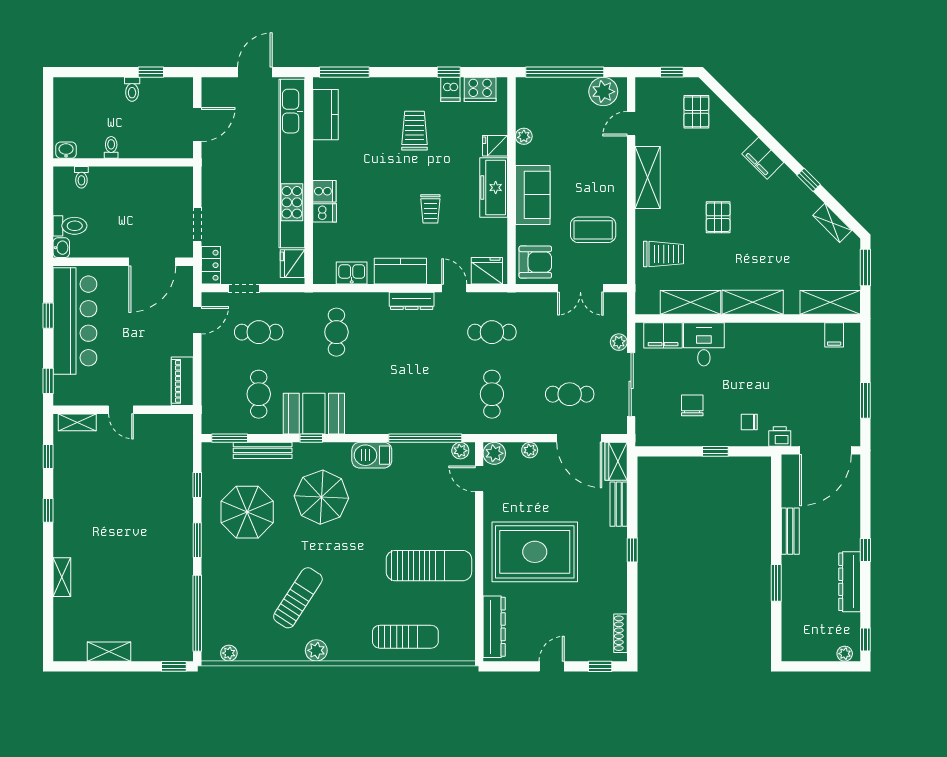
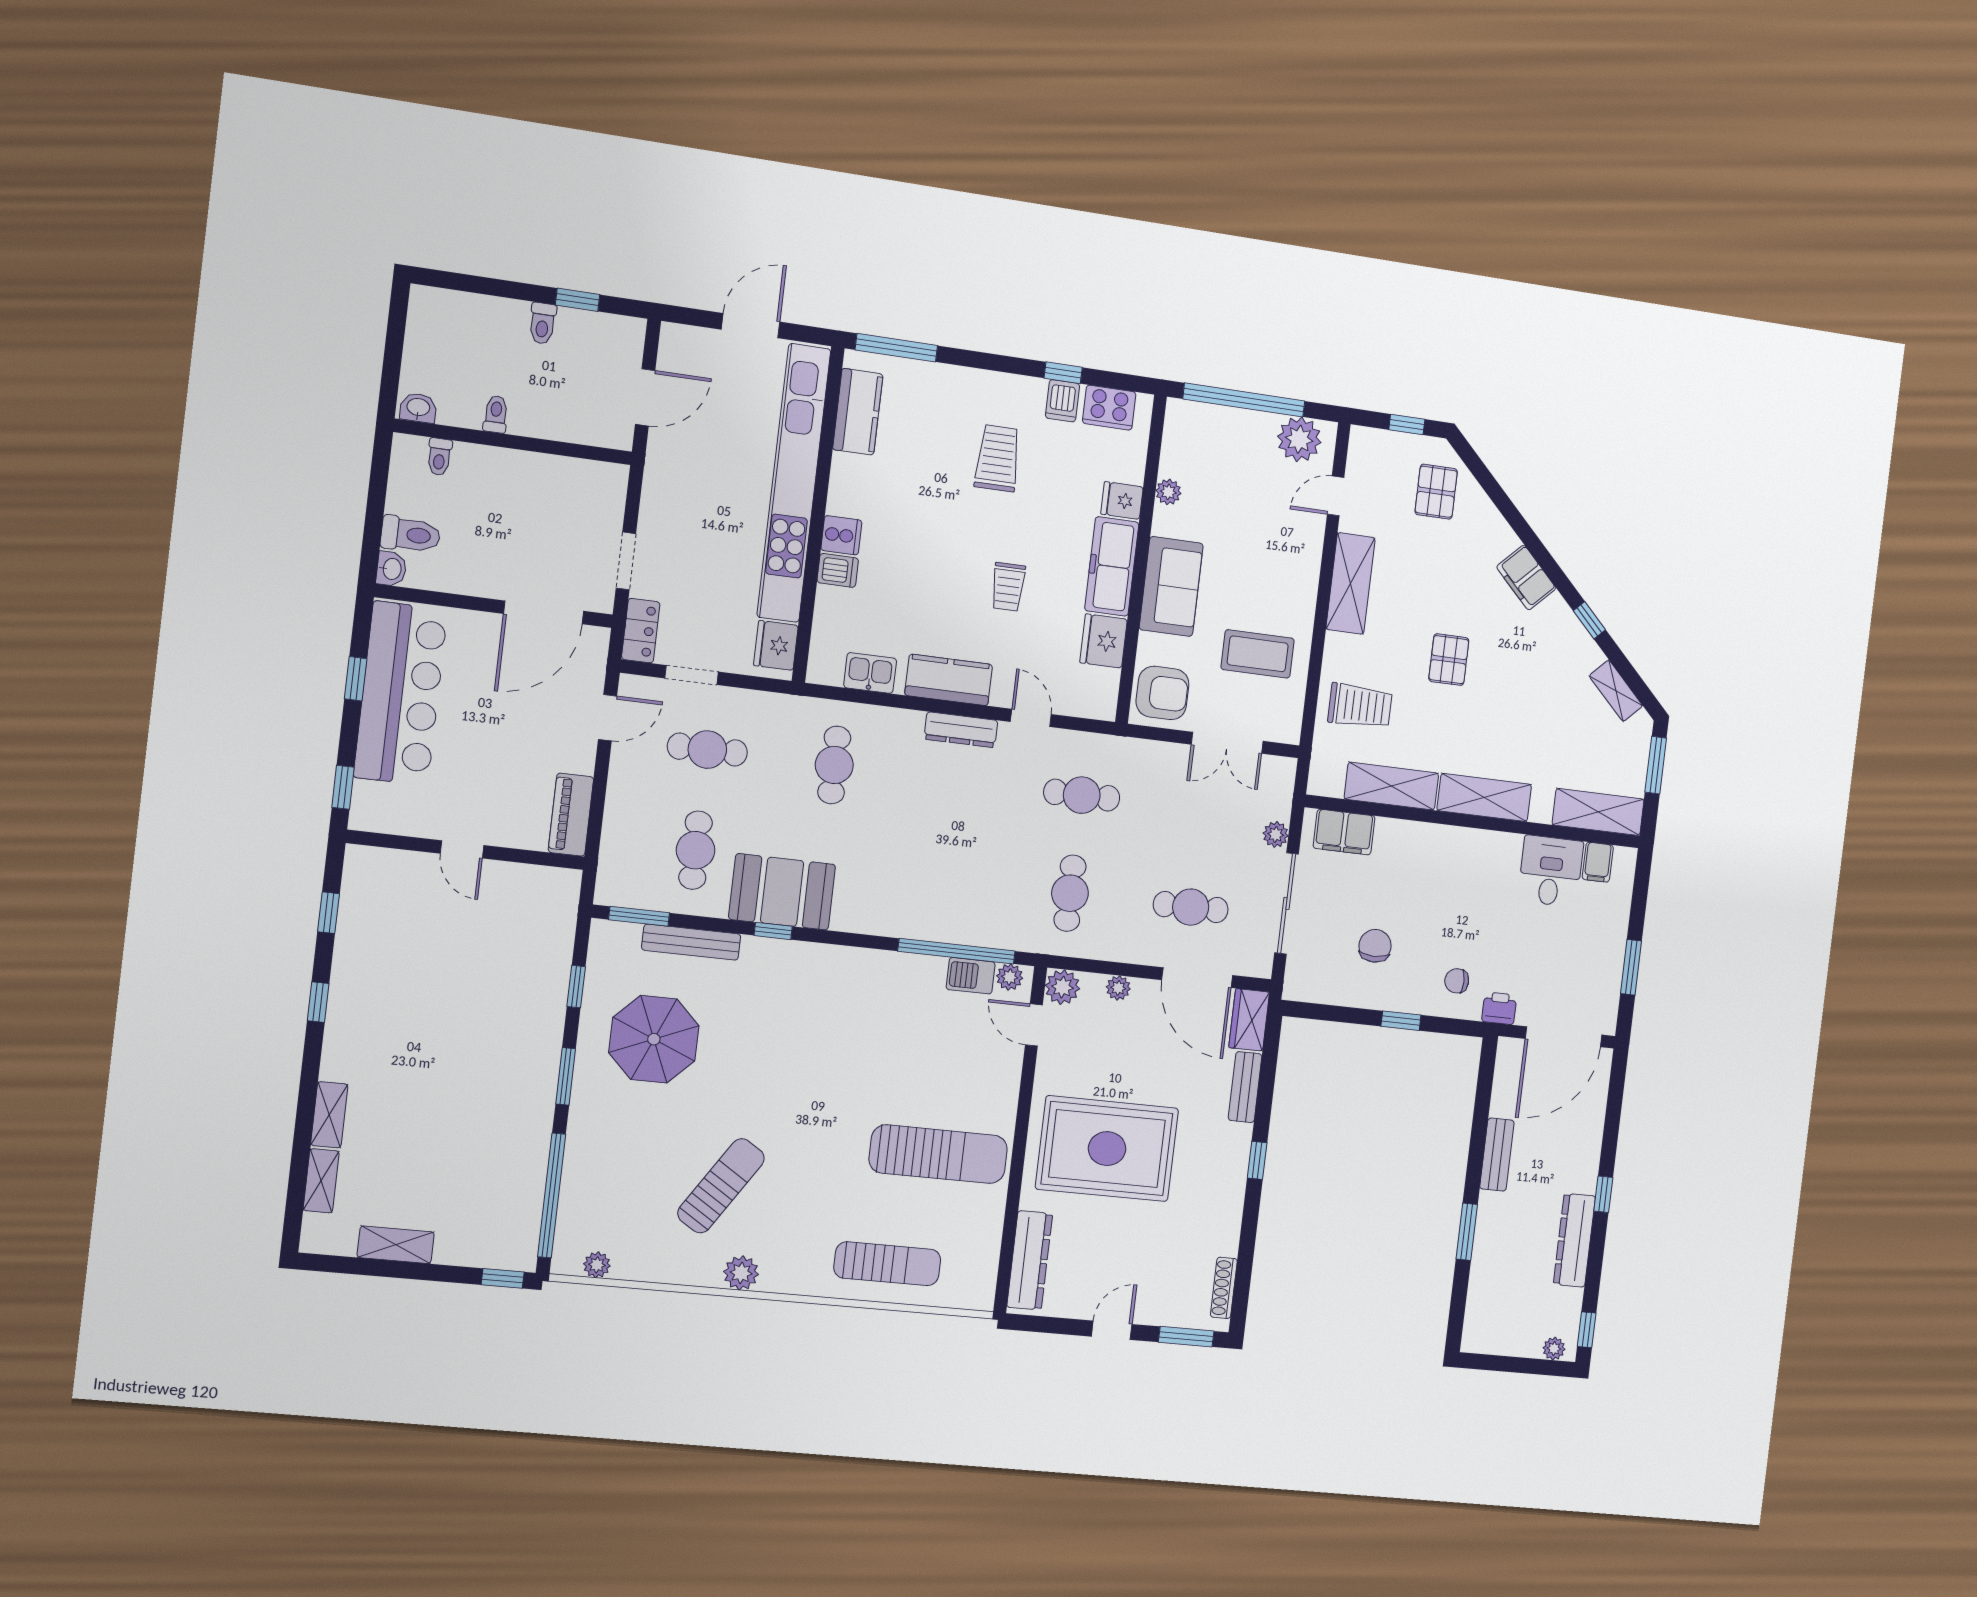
fridge: (487, 271) -> (1104, 641), moved, turned -90
desk: (704, 344) -> (1551, 871), moved
shelving: (77, 422) -> (321, 1181), moved, turned 90
barbecue: (372, 455) -> (971, 976), moved, width x0.73, depth x0.79
parasol: (321, 497) -> (779, 1028), removed
window: (600, 666) -> (1186, 1337), width x1.50

